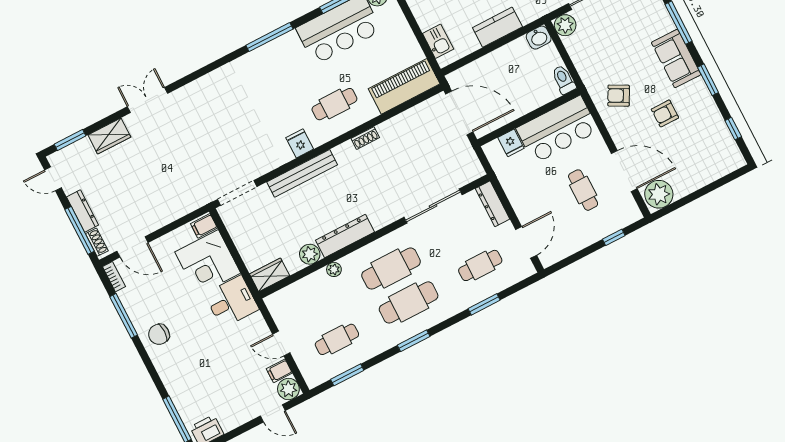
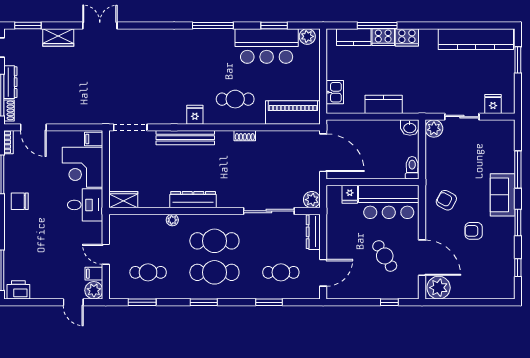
cafe table: (583, 190) -> (385, 256), turned -32
plant: (310, 254) -> (312, 200), moved

